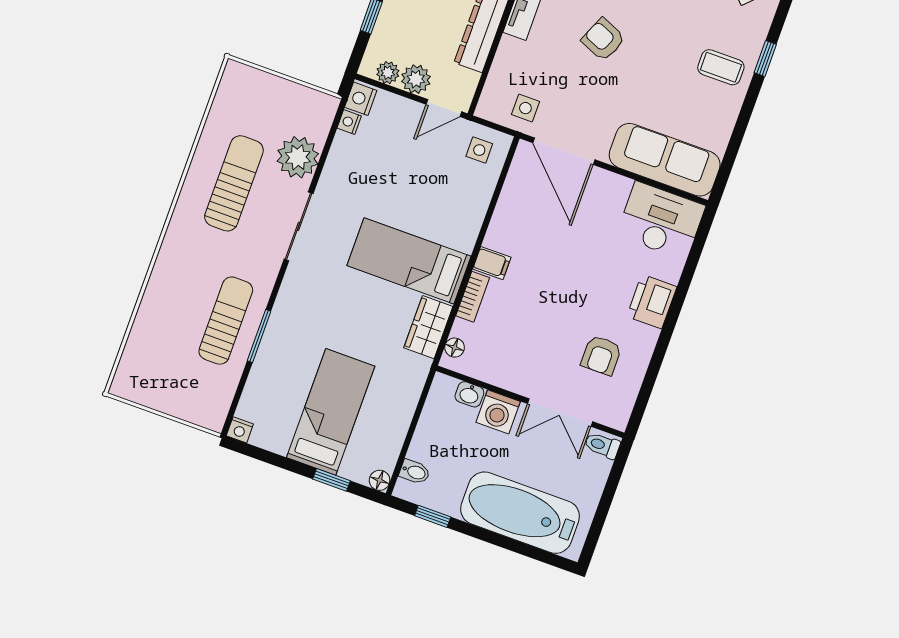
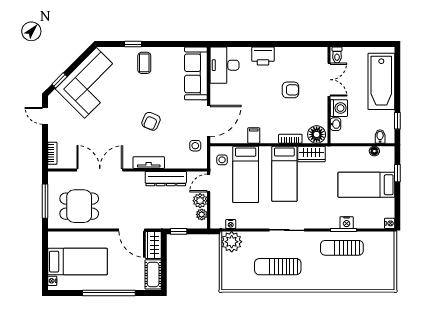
nightstand: (361, 99) -> (347, 223), moved
door: (444, 108) -> (209, 183), swing flipped
plant: (298, 157) -> (232, 242), moved
bed: (435, 186) -> (246, 174), added
filing cabinet: (492, 263) -> (254, 136), moved
floor lamp: (455, 348) -> (317, 134), width x1.89, depth x1.89
armchair: (601, 355) -> (290, 90), moved
floor lamp: (380, 480) -> (374, 151), moved

